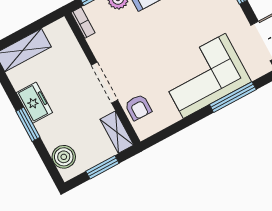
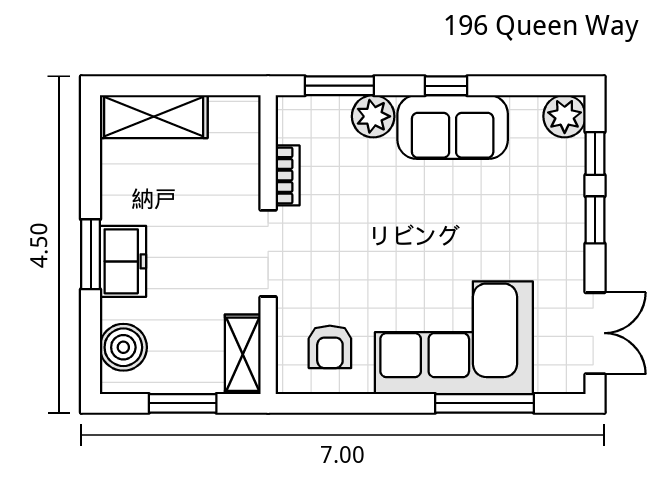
bookcase: (83, 23) -> (288, 175), moved
freezer: (34, 103) -> (123, 261), moved
armchair: (138, 107) -> (330, 347), moved

